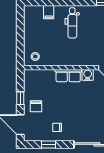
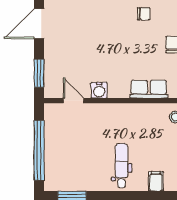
row of seats: (68, 76) -> (149, 89), moved

